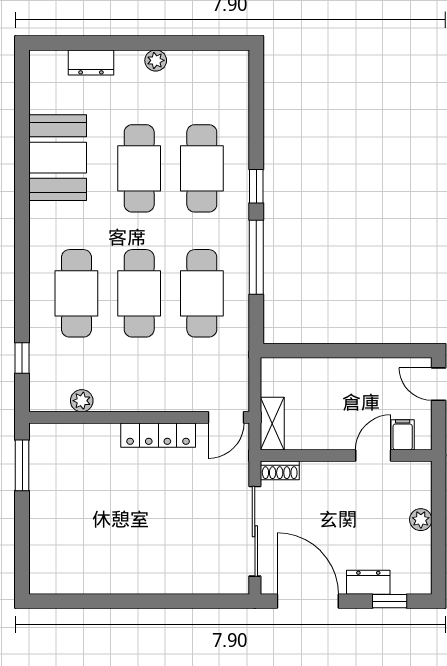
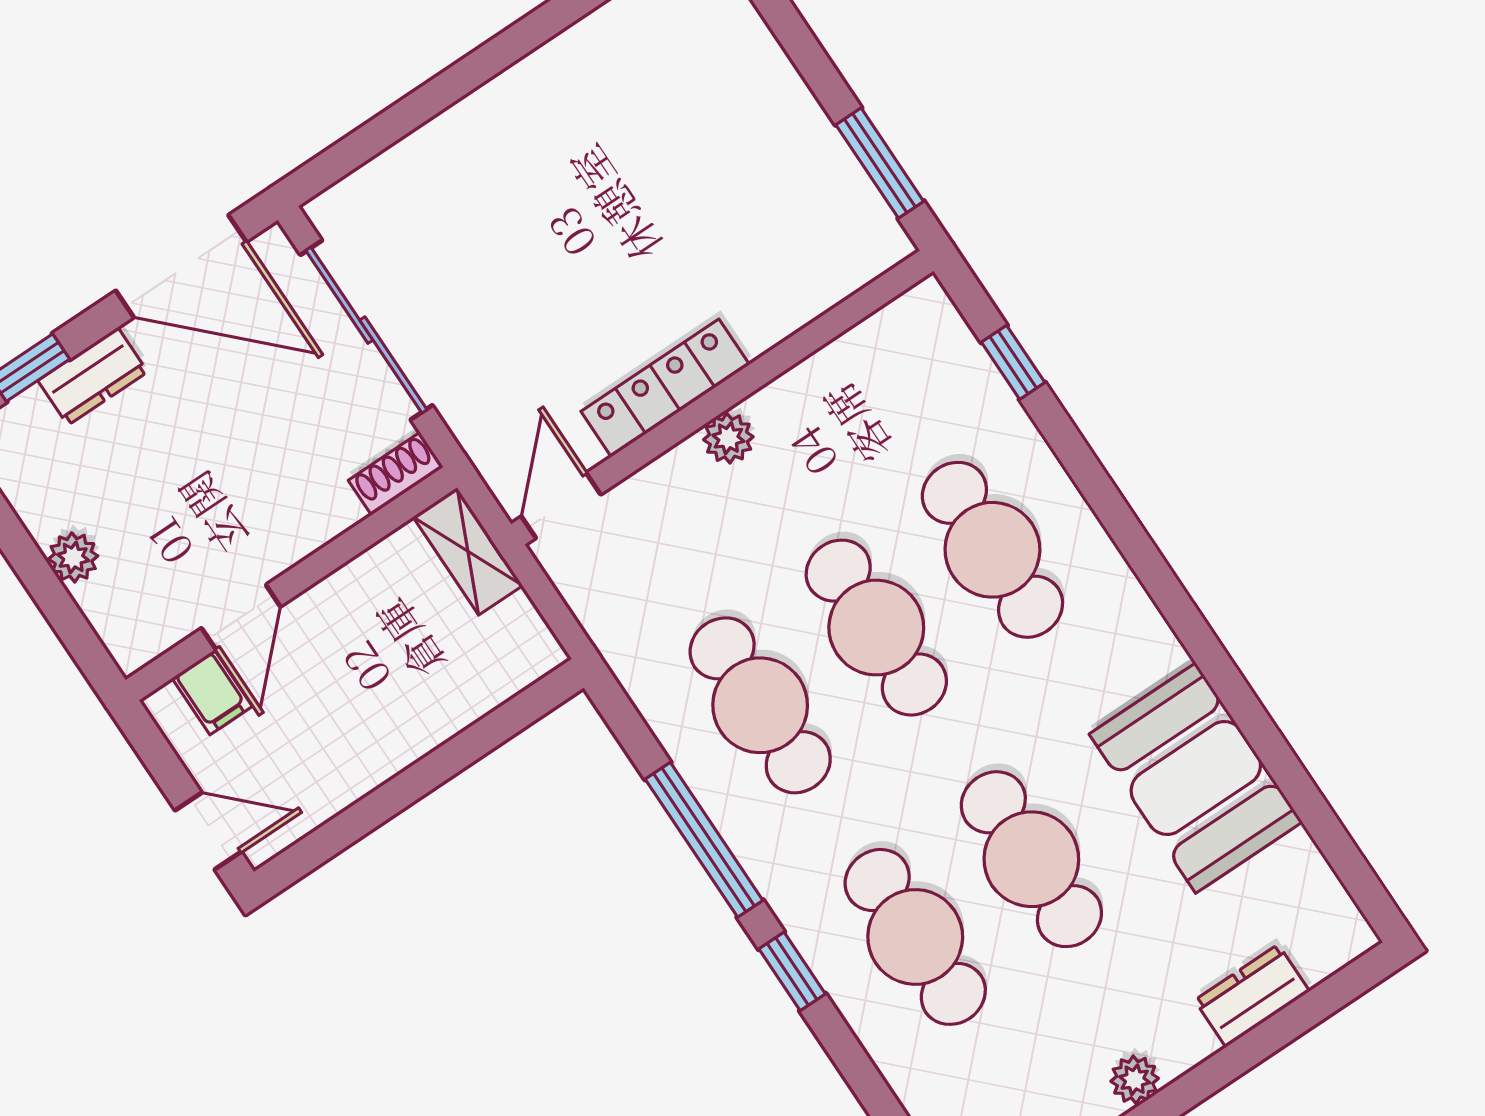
plant: (82, 401) -> (728, 438), moved

